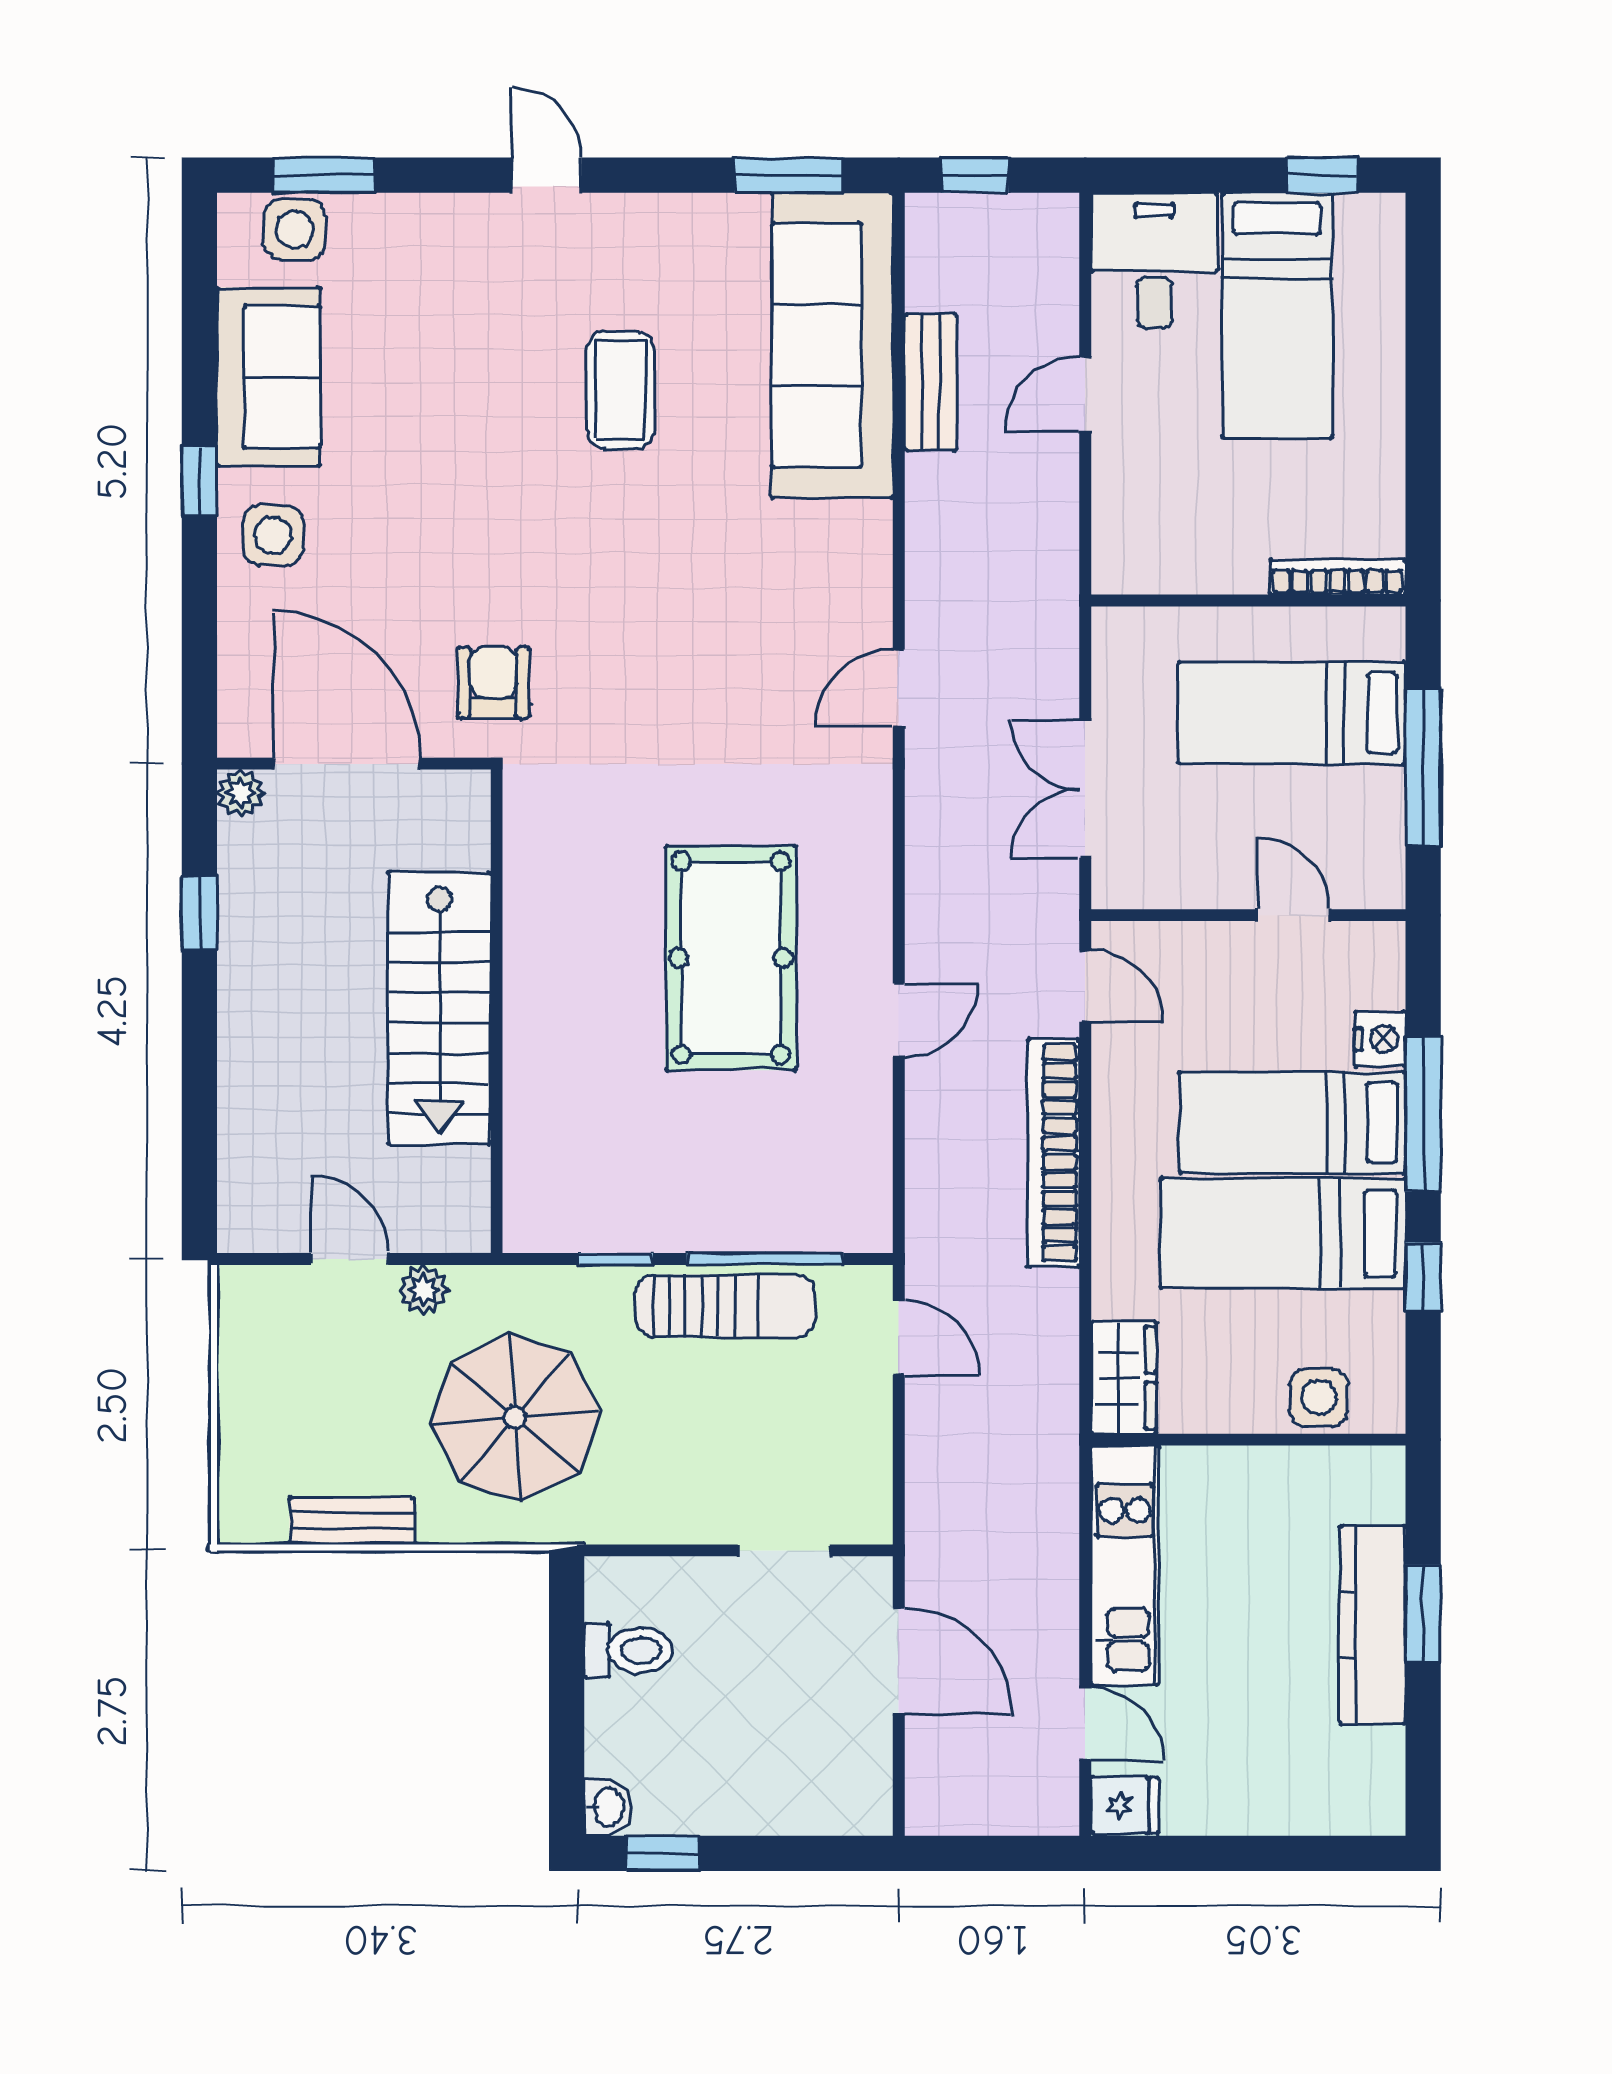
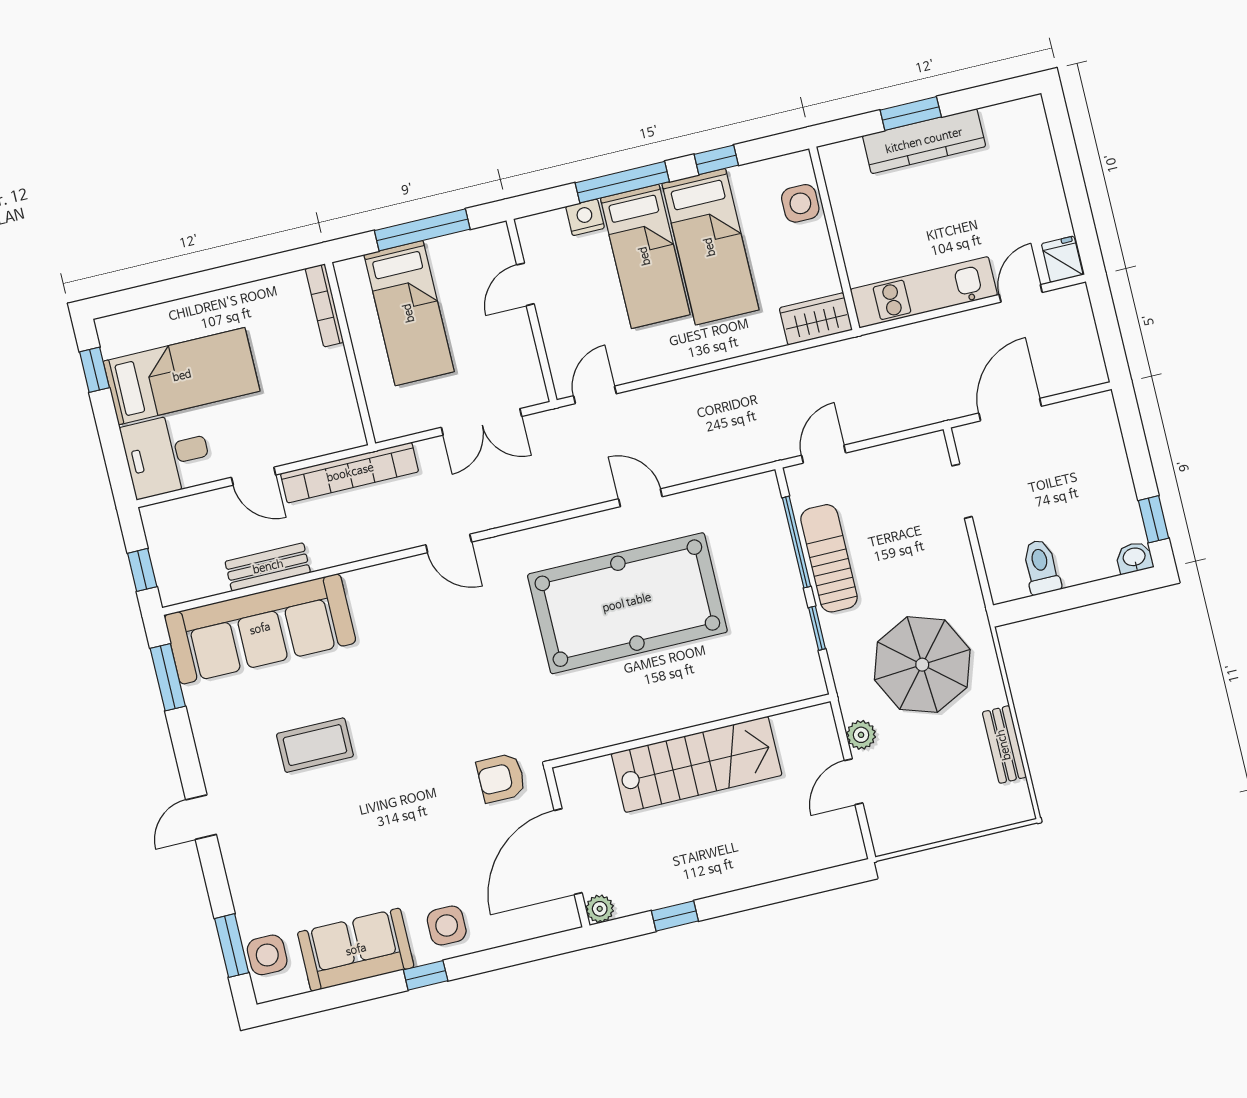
pool table: (731, 958) -> (627, 603), width x1.36, depth x1.32
bookcase: (1054, 1153) -> (350, 473), moved

